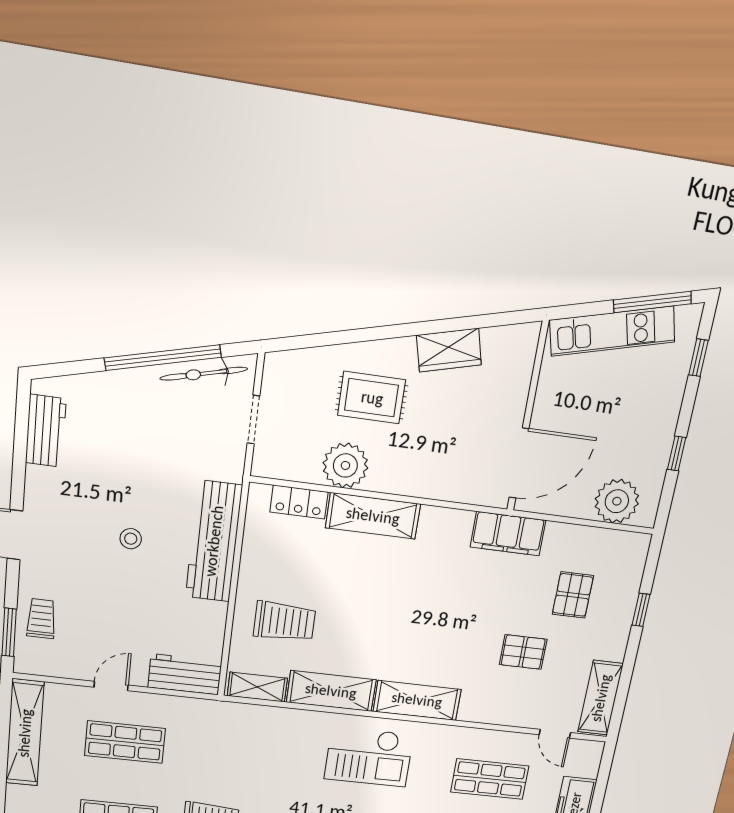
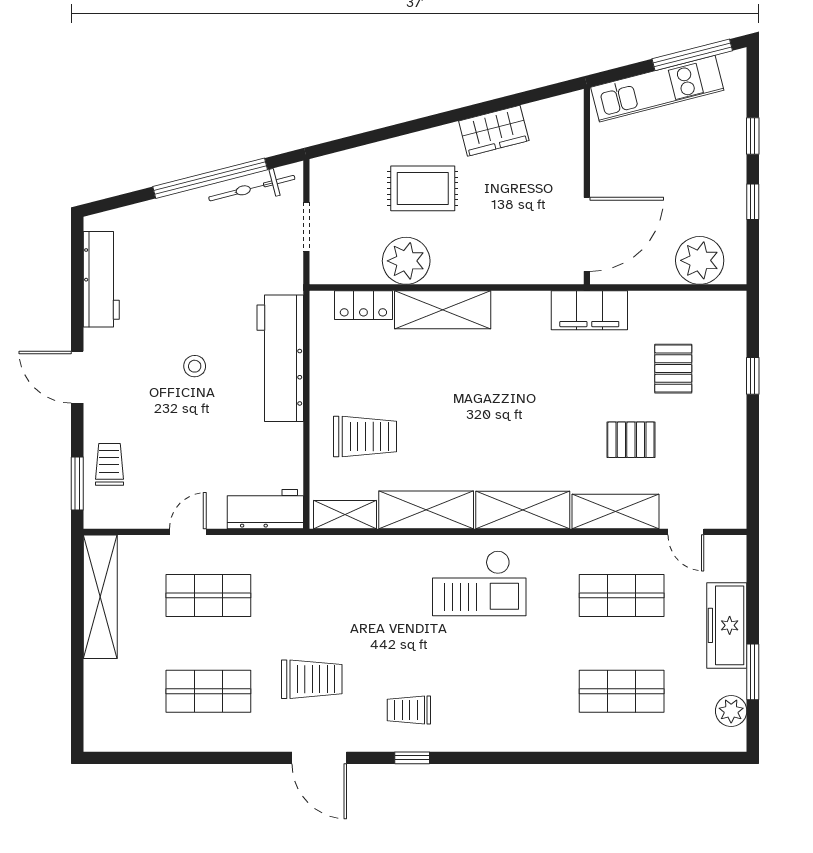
window: (698, 358) -> (753, 136), moved
workbench: (46, 431) -> (101, 279), width x1.38
shelving: (601, 698) -> (616, 511), moved, turned 90

